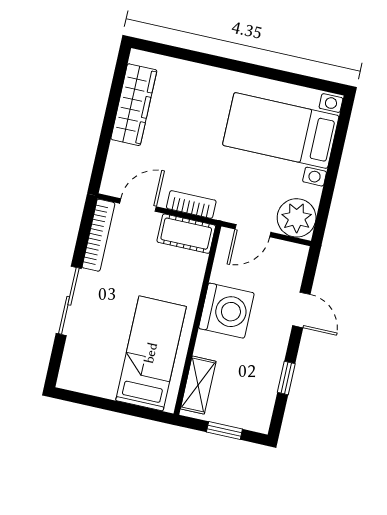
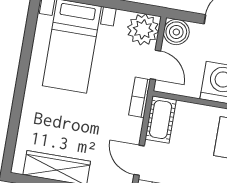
bookcase: (191, 204) -> (140, 97), moved
boiler: (291, 258) -> (176, 32), added

